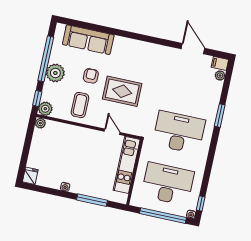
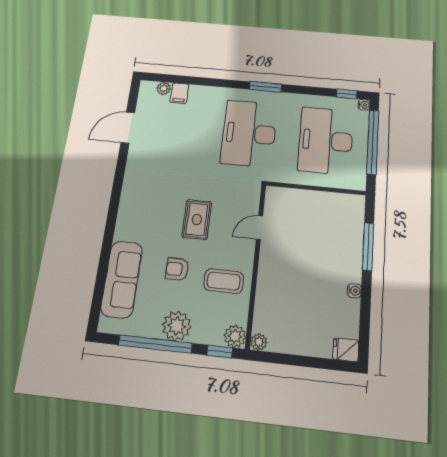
filing cabinet: (220, 63) -> (179, 93), moved
rug: (122, 91) -> (197, 219), width x0.73, depth x0.70
window: (220, 116) -> (265, 87), moved
kitchen unit: (127, 165) -> (306, 201), removed

